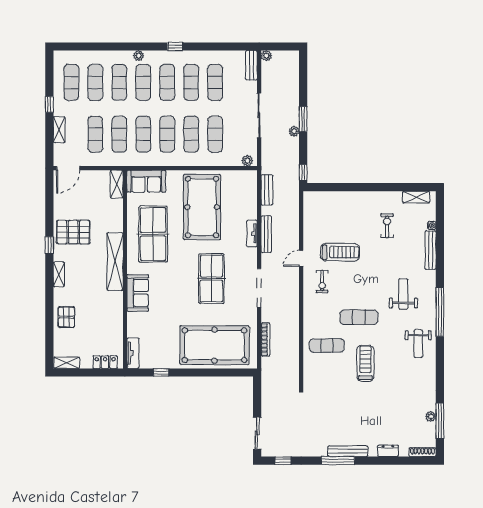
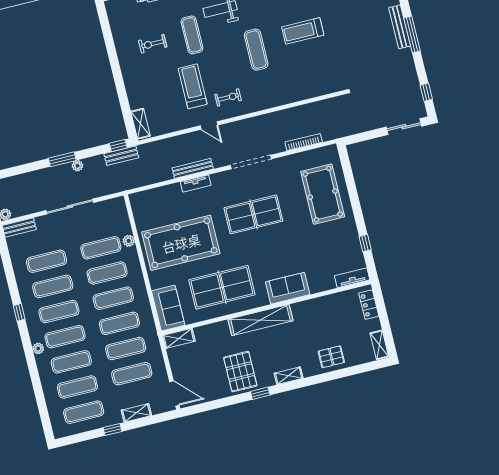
plant: (247, 161) -> (129, 241), moved
bench: (267, 190) -> (121, 156), moved
shelving: (416, 197) -> (141, 124), moved
pool table: (214, 345) -> (323, 194), width x0.73, depth x0.76
exercise mat: (327, 345) -> (192, 35), moved

